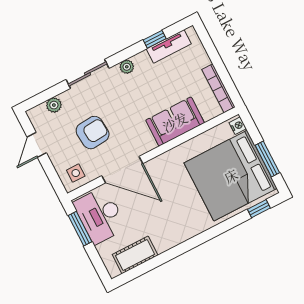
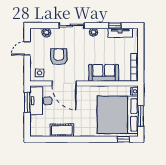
armchair: (93, 133) -> (59, 57), turned -85
cot: (135, 255) -> (62, 130), moved

